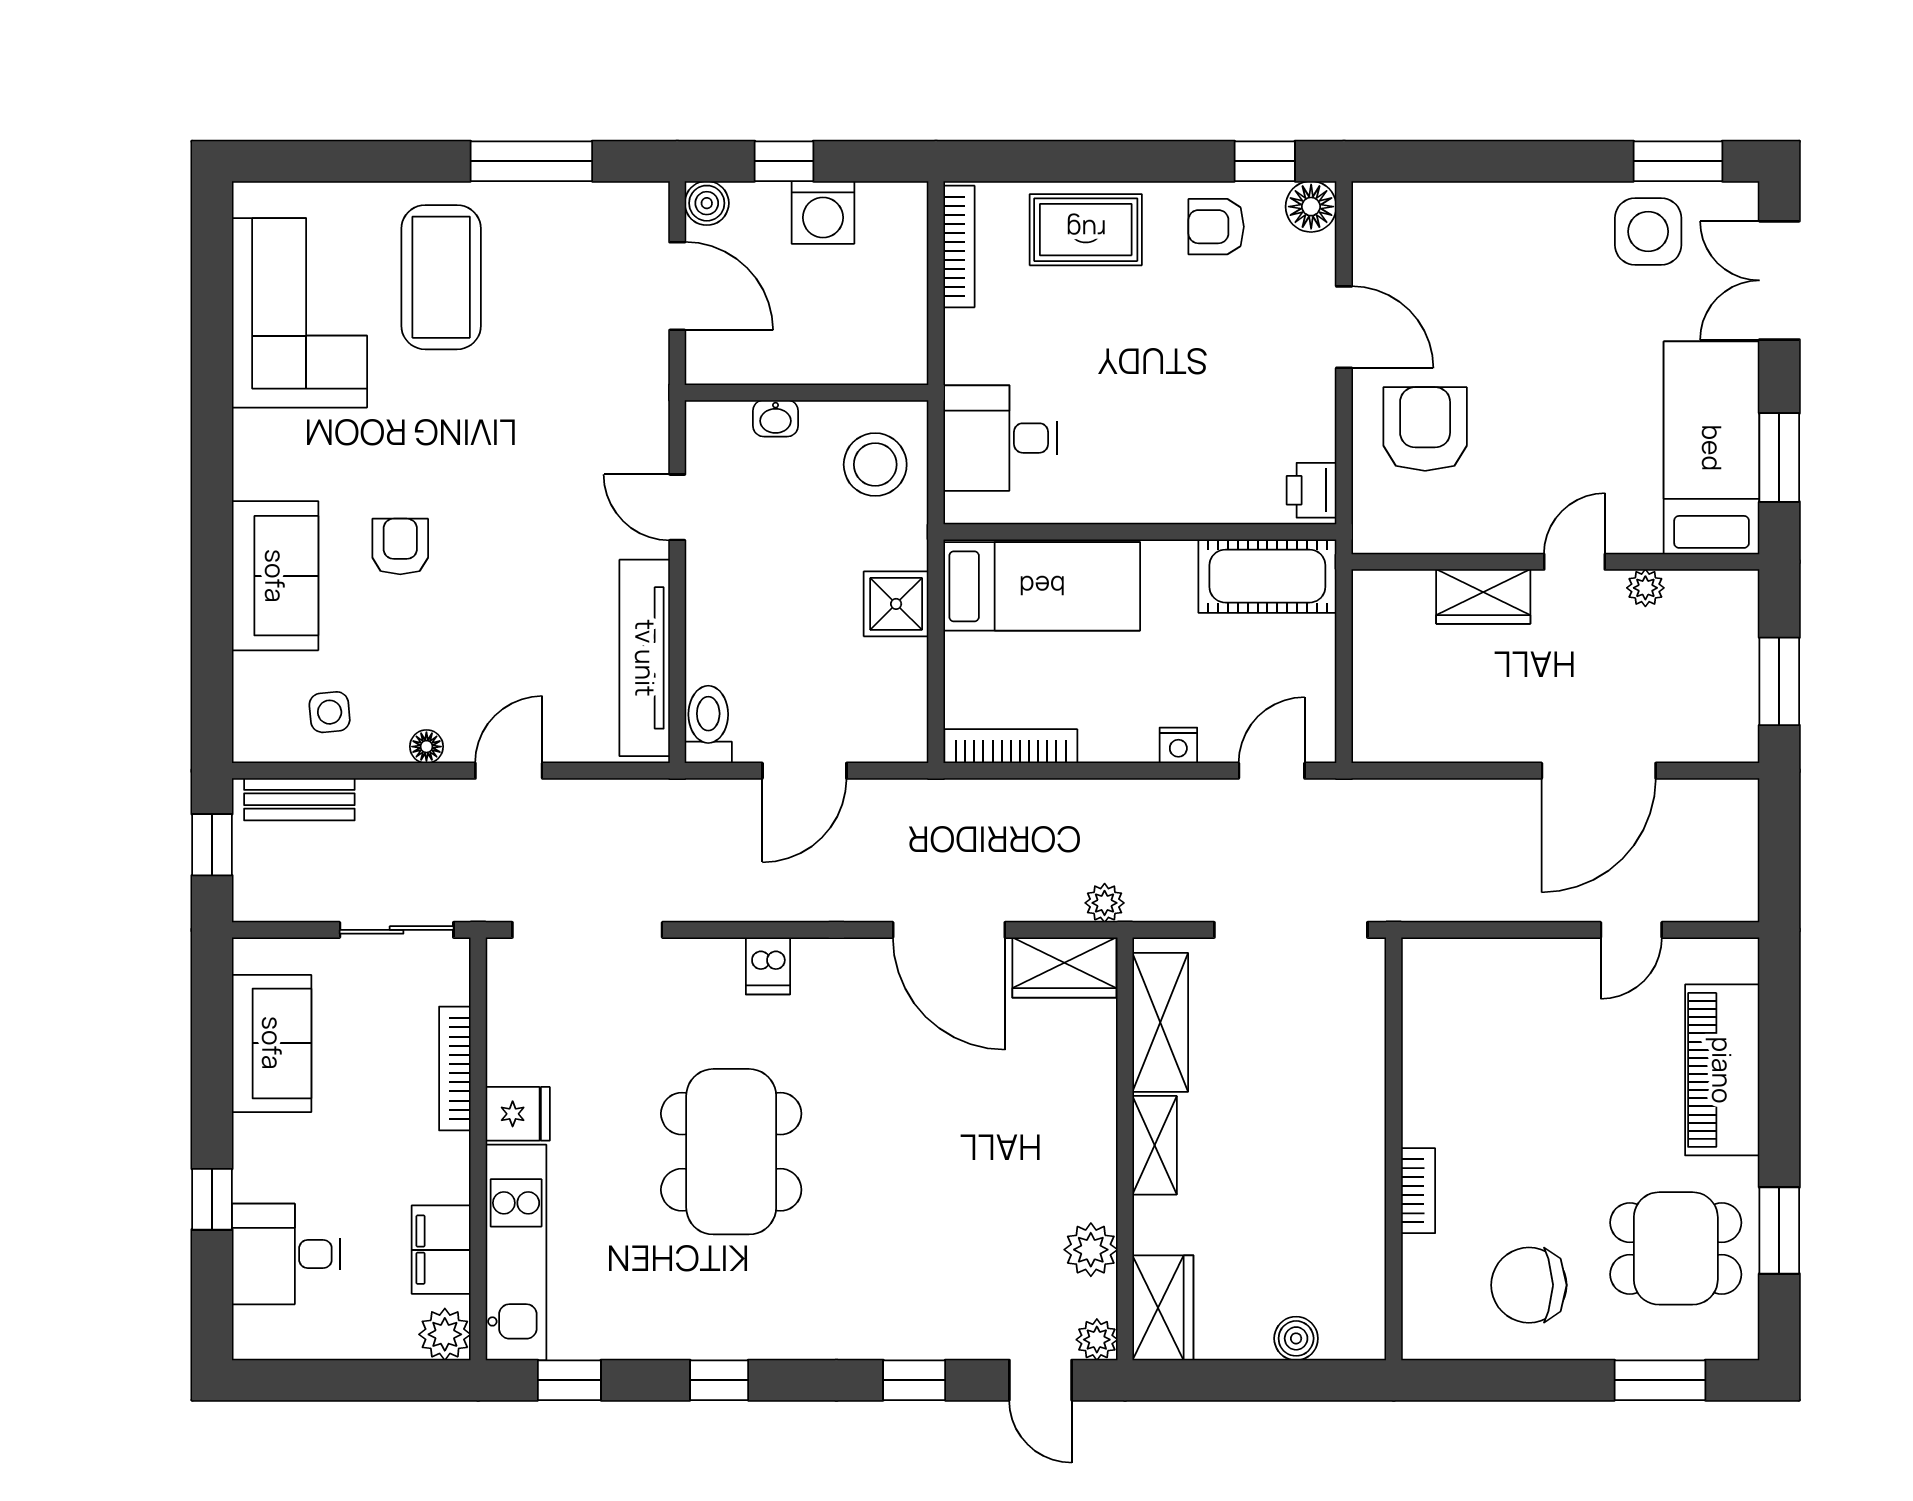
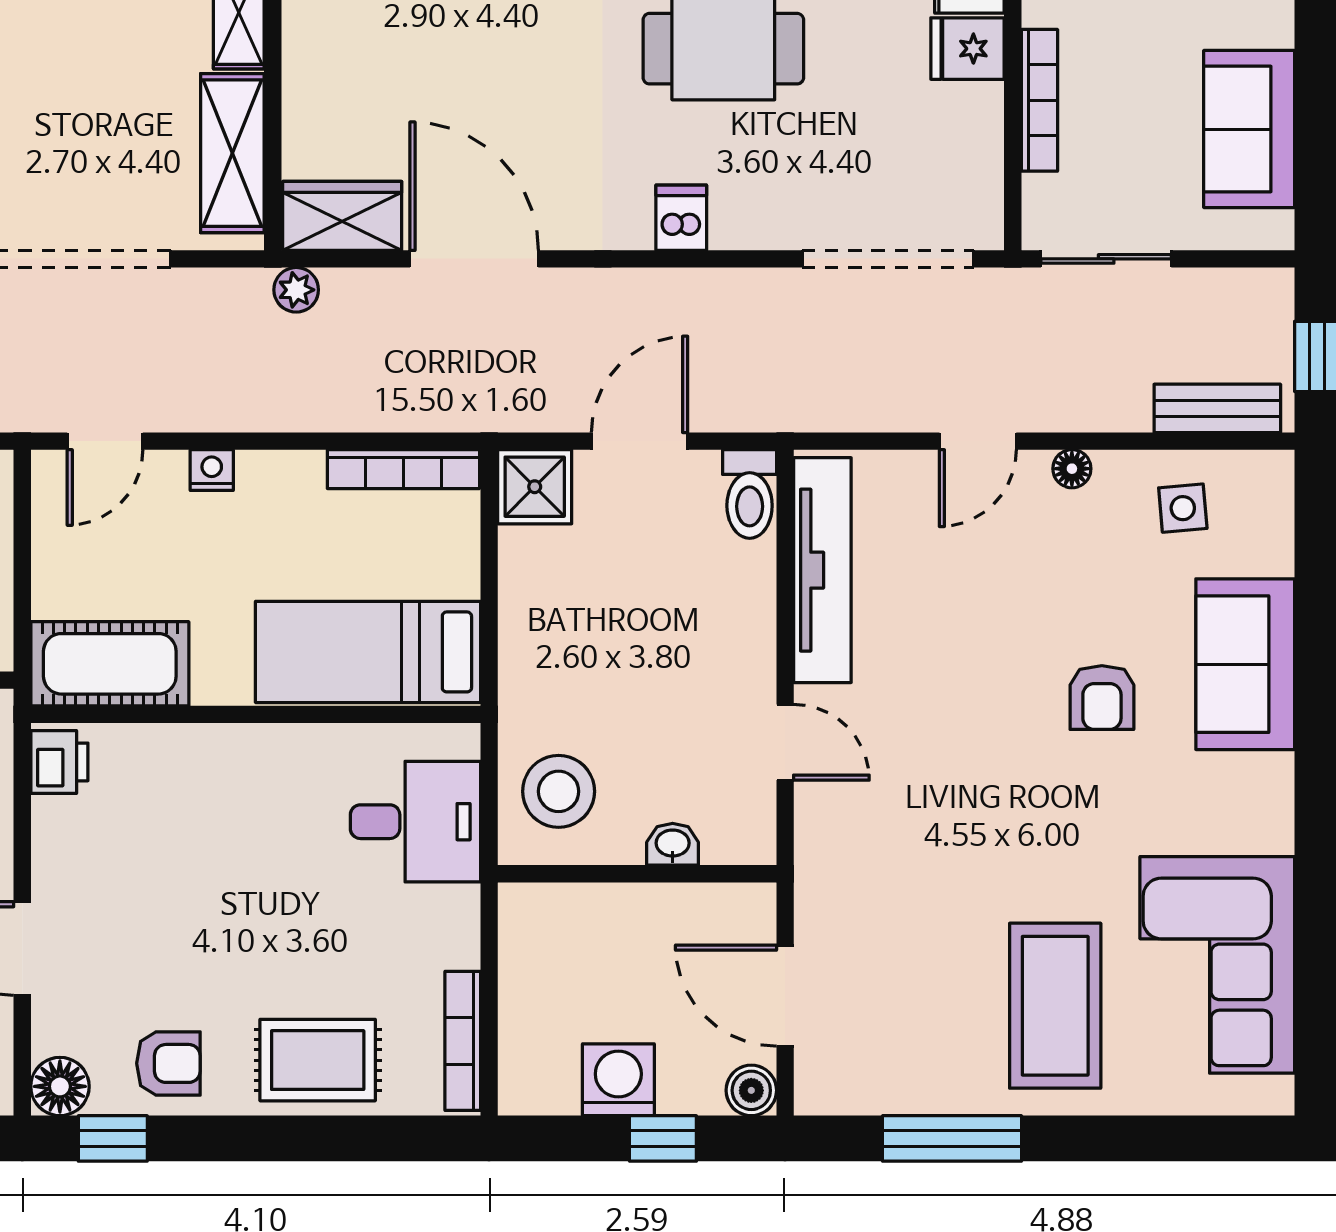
shower: (896, 604) -> (535, 487), moved

